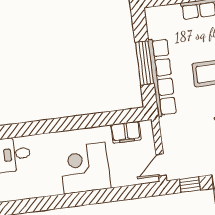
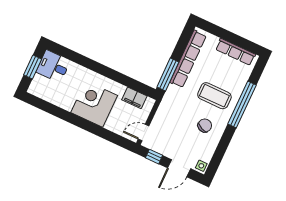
window: (145, 63) -> (168, 75), moved
row of seats: (162, 77) -> (188, 59), moved

